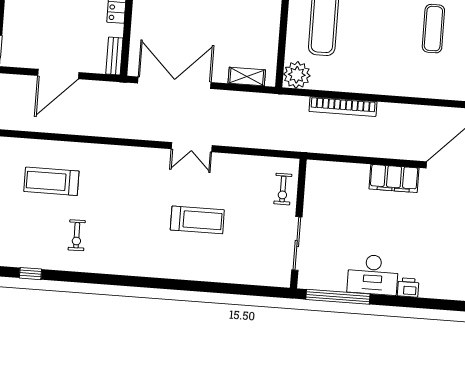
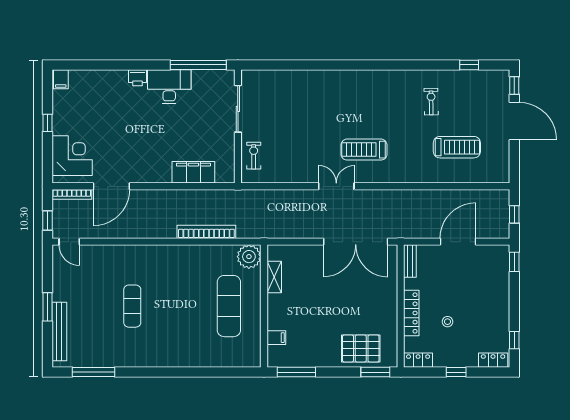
shelving: (247, 77) -> (274, 277), moved, turned 90
filing cabinet: (394, 178) -> (193, 172), moved
treadmill: (197, 220) -> (364, 150), moved

